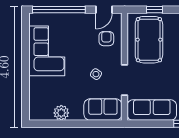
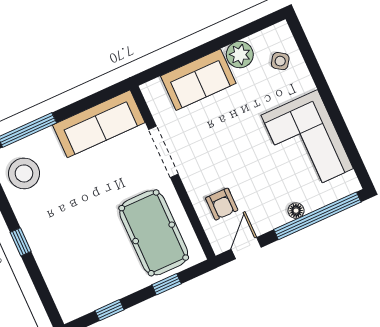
floor lamp: (69, 17) -> (296, 211), added
side table: (96, 74) -> (280, 61), moved
sofa: (103, 110) -> (198, 80), moved

